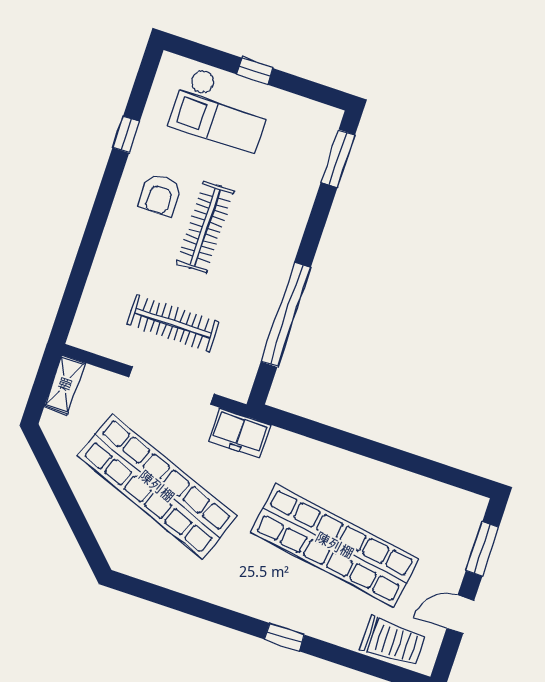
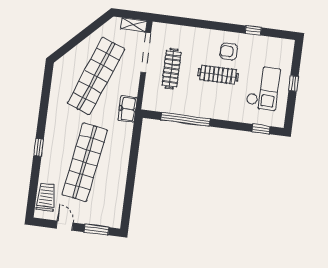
checkout: (221, 110) -> (263, 88), moved, turned 180
window: (338, 159) -> (261, 129), width x0.67
doorway: (171, 385) -> (146, 53), moved
trolley: (393, 642) -> (46, 197), turned 180

